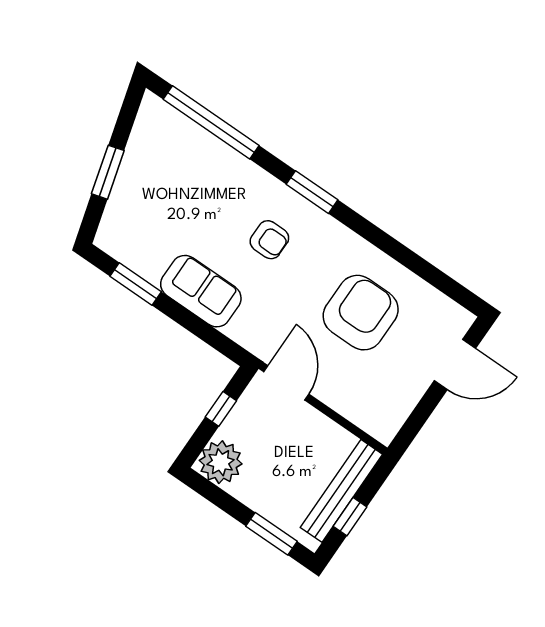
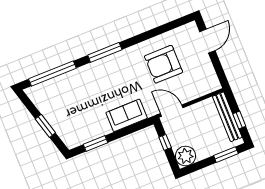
window: (312, 192) -> (105, 52), width x1.44
armchair: (269, 240) -> (112, 81), removed
sofa: (201, 291) -> (127, 115), moved
armchair: (361, 313) -> (163, 64), turned -90

